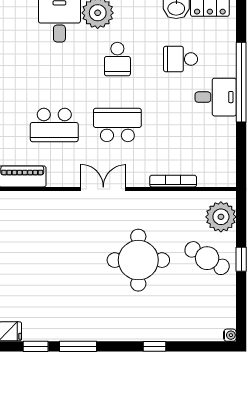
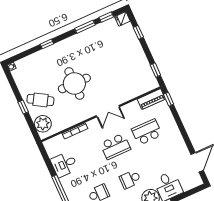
school desk: (117, 59) -> (130, 179), turned -90
desk: (216, 97) -> (64, 164), moved

